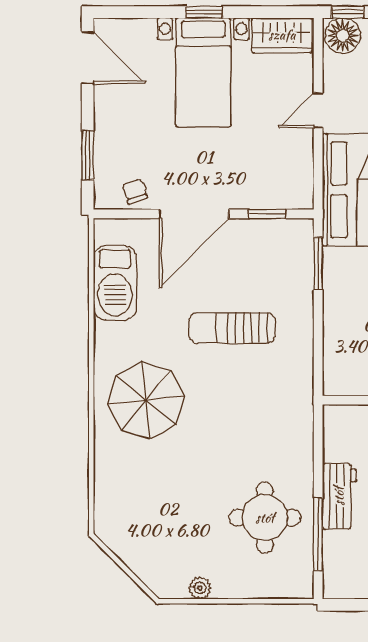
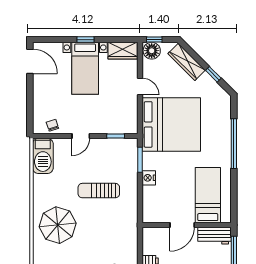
door: (318, 110) -> (140, 87), swing flipped
window: (88, 155) -> (30, 108), removed
door: (194, 214) -> (81, 136), width x0.53
barbecue: (115, 283) -> (43, 156), moved
nightstand: (336, 301) -> (149, 178), added

